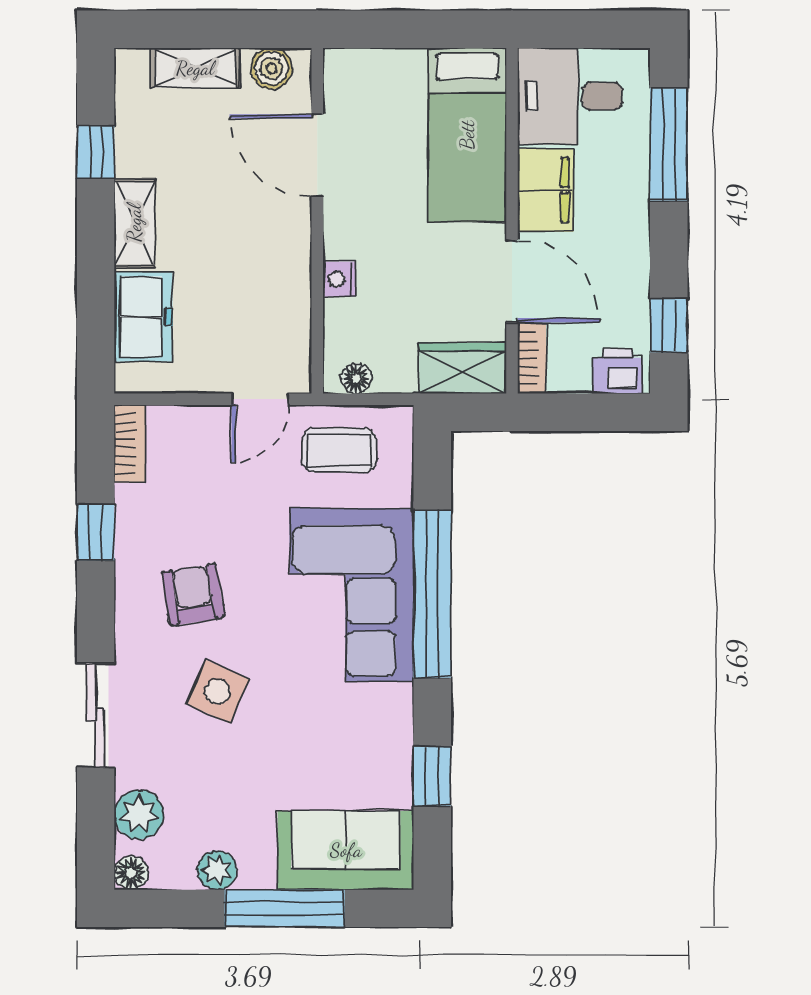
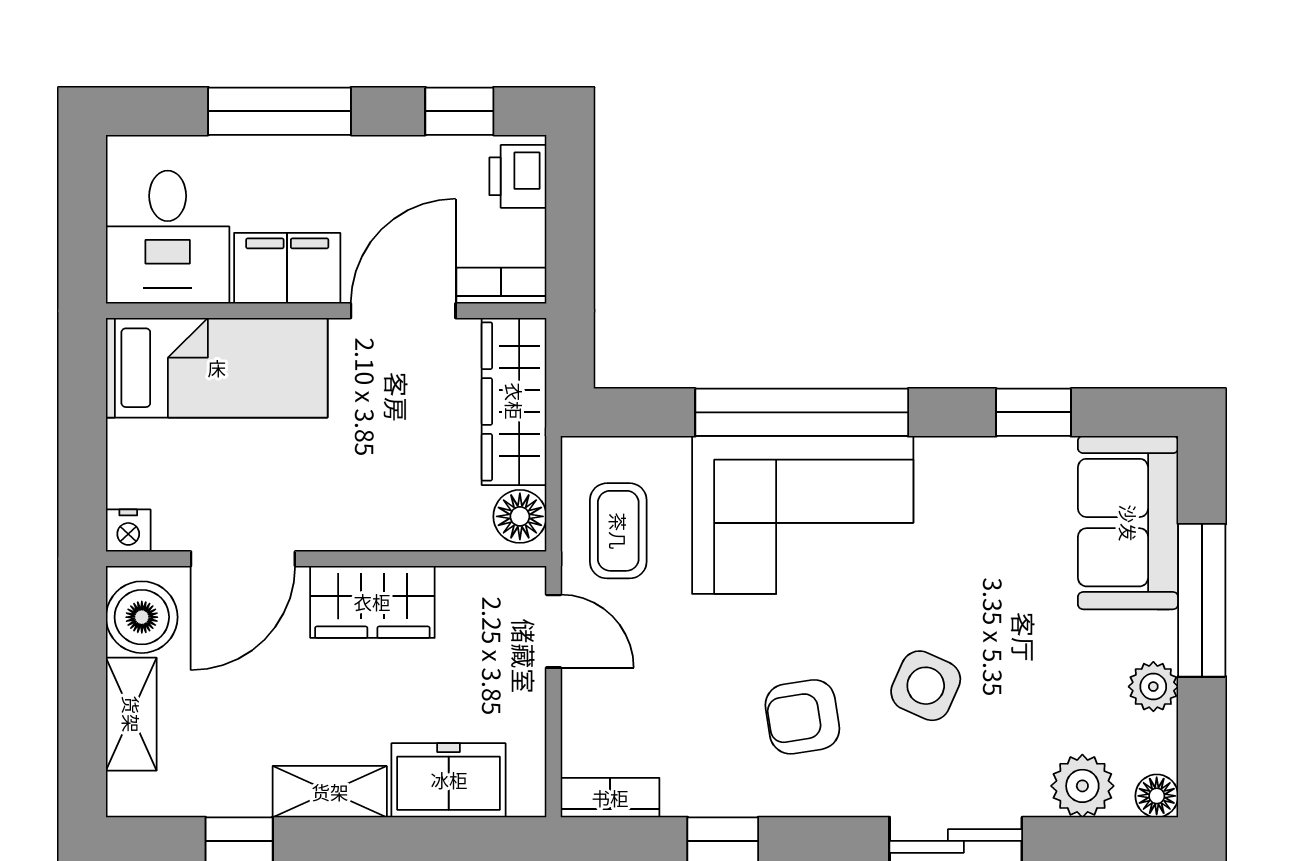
boiler: (271, 68) -> (142, 617), width x1.36, depth x1.36
window: (669, 144) -> (280, 111), moved
wardrobe: (283, 257) -> (372, 602), added
nightstand: (339, 279) -> (128, 531), moved
wardrobe: (463, 368) -> (514, 401), width x1.50
floor lamp: (356, 378) -> (520, 516), width x1.37, depth x1.37

